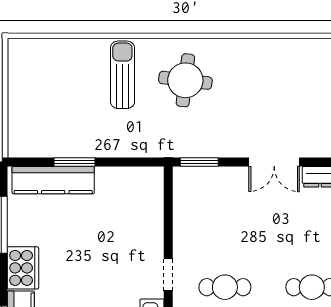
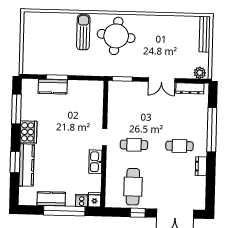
round table: (185, 80) -> (116, 36), width x1.36, depth x1.36
kitchen counter: (53, 180) -> (53, 87), width x0.67

